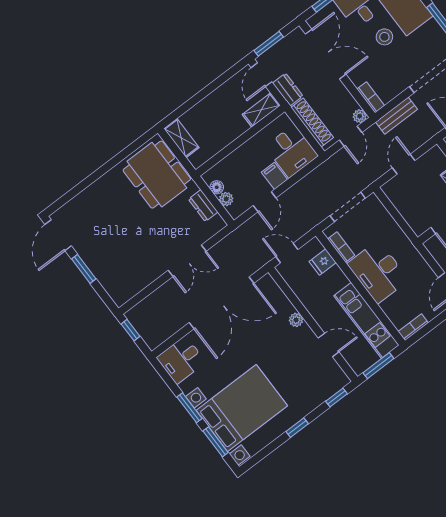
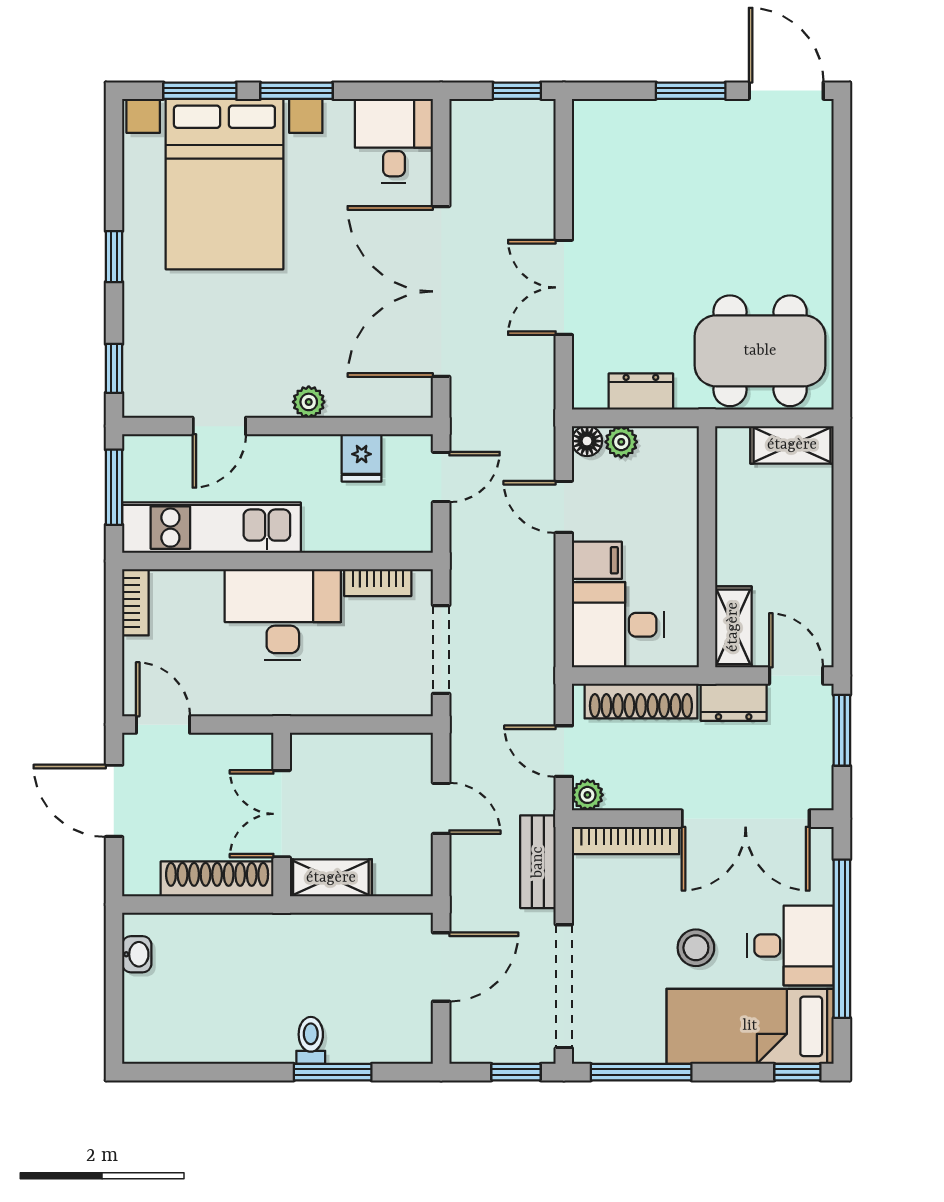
bookcase: (371, 97) -> (626, 840), width x1.56
floor lamp: (217, 187) -> (587, 441), moved
fridge: (323, 262) -> (362, 458), moved, turned 180

